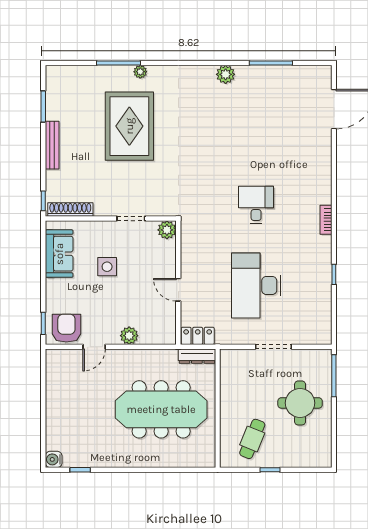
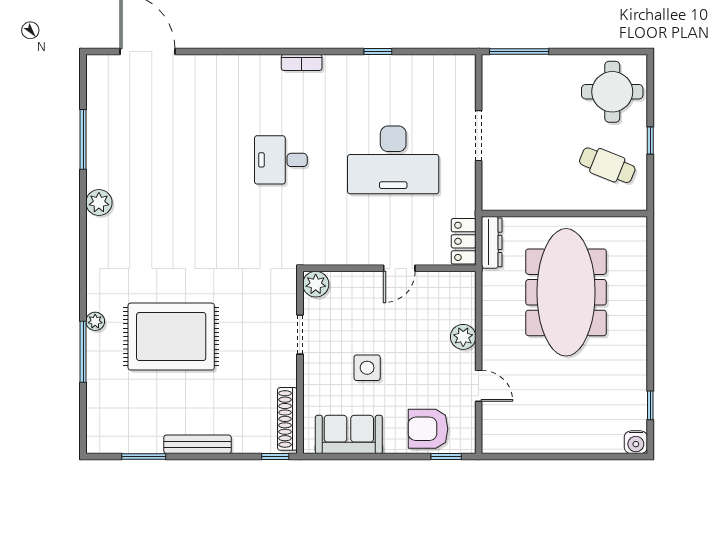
armchair: (66, 328) -> (428, 429), moved
round table: (300, 403) -> (612, 92), moved

